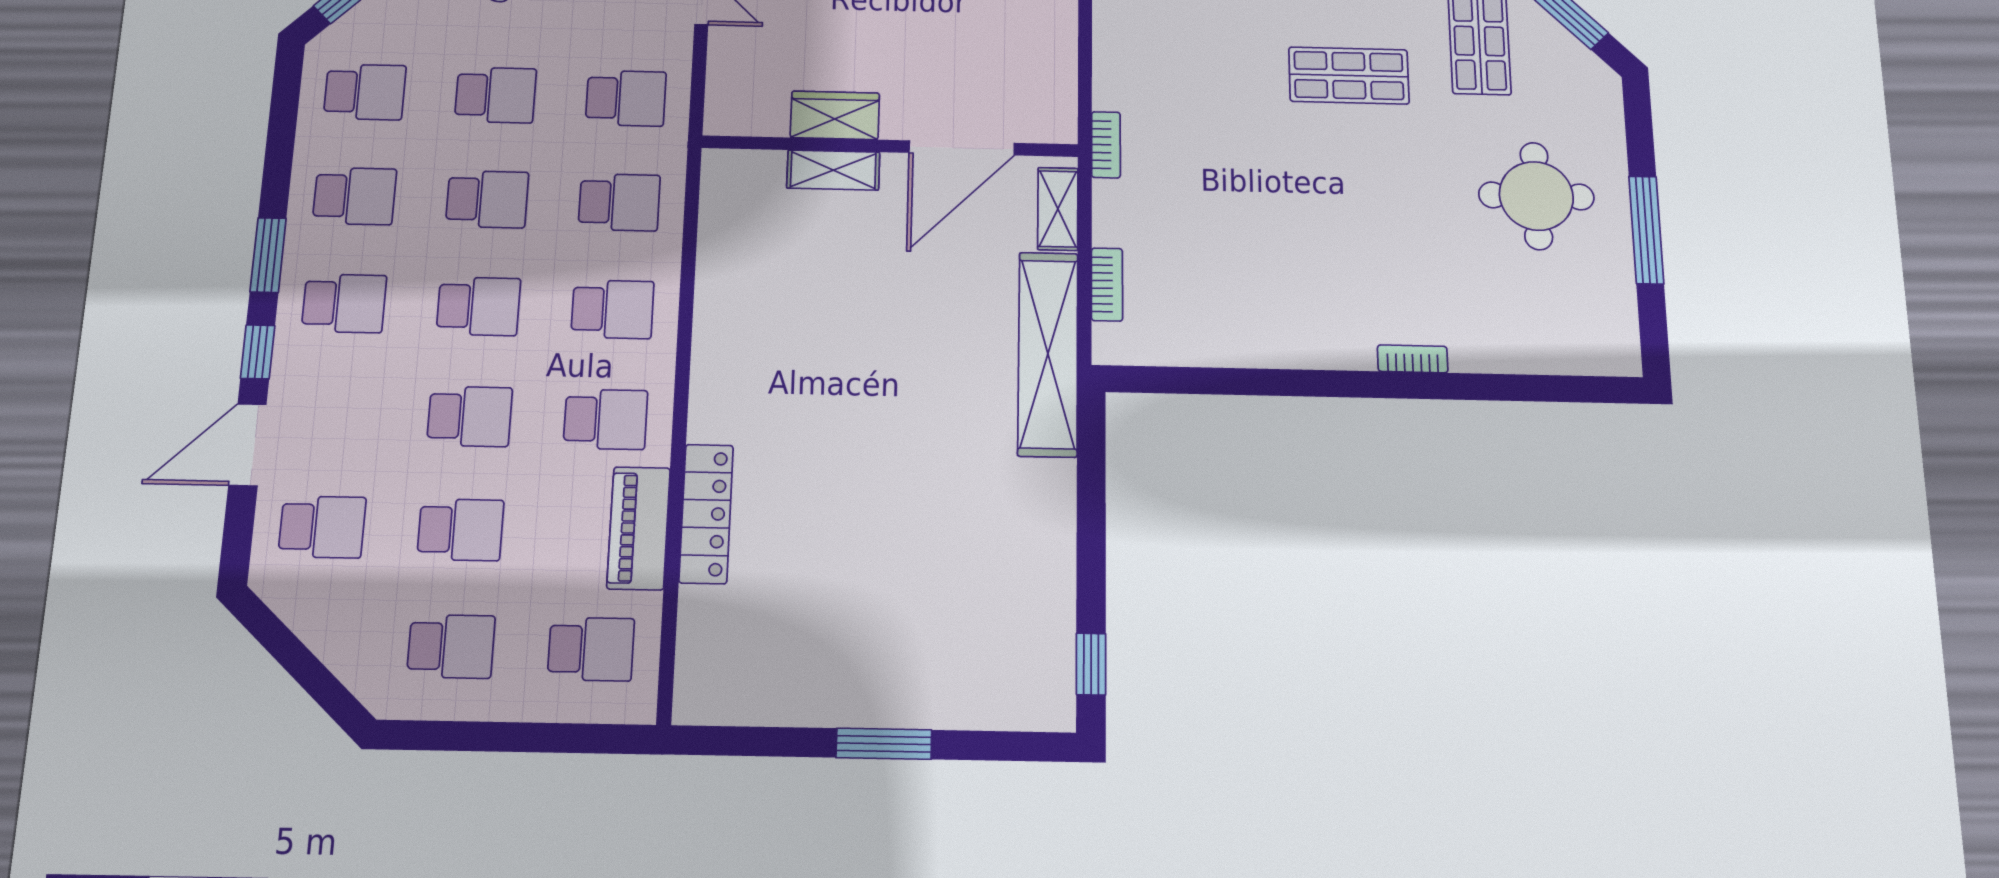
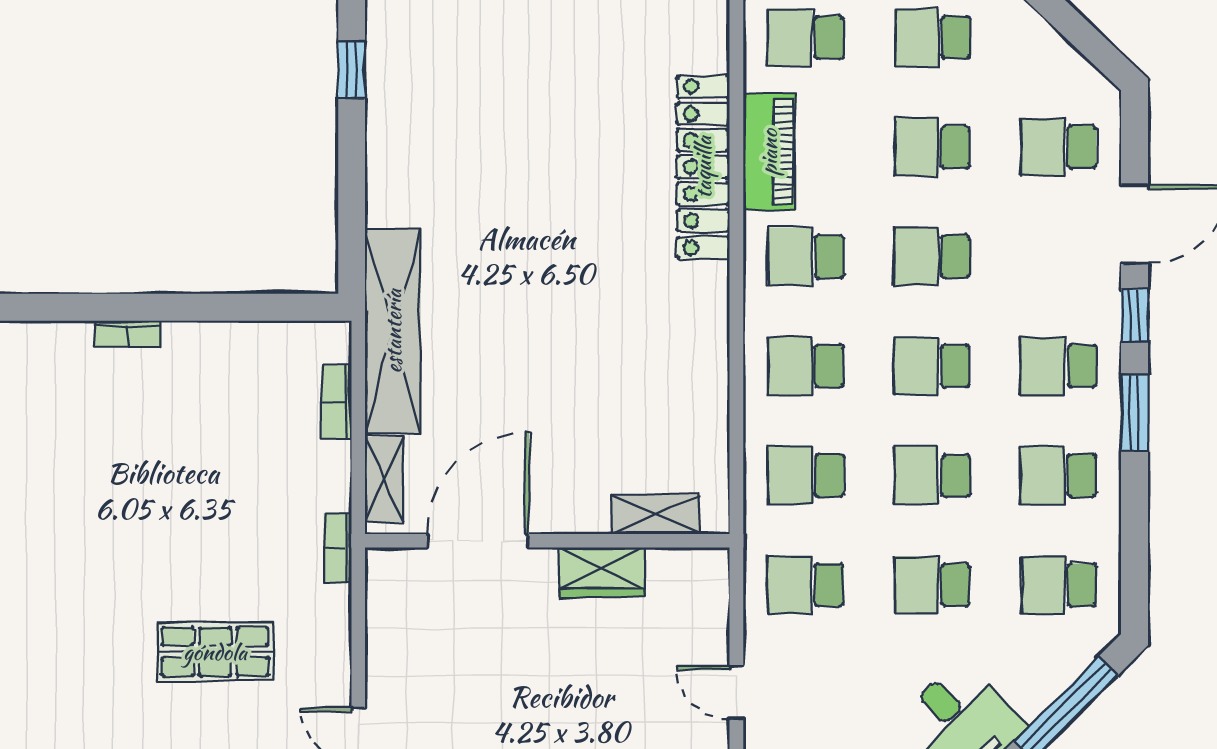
shop shelf: (1349, 76) -> (215, 652), moved
shelving: (833, 170) -> (655, 514), moved
bookcase: (1413, 359) -> (128, 334), moved
locker: (706, 514) -> (703, 167), width x1.41, depth x1.21
window: (1091, 664) -> (352, 70), moved

